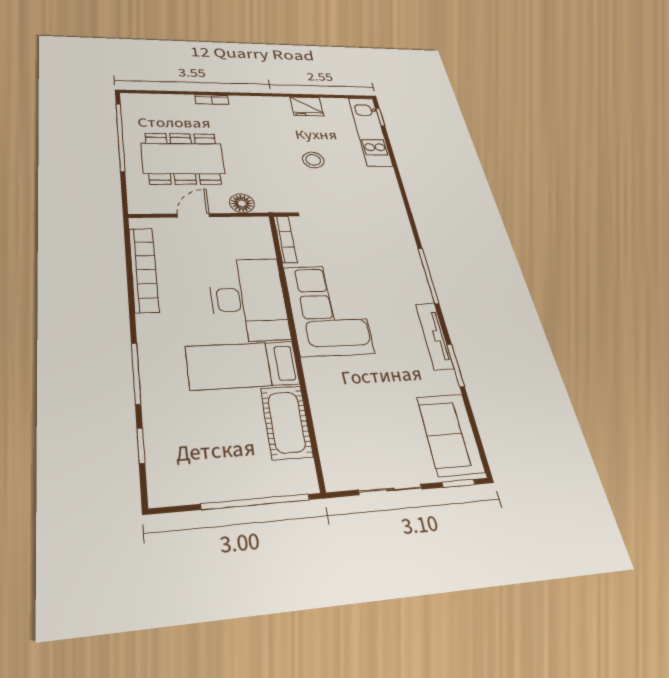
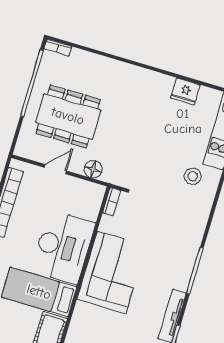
bookcase: (212, 100) -> (58, 48), moved
stool: (313, 160) -> (193, 176), moved
bookcase: (285, 239) -> (112, 202), width x0.64

